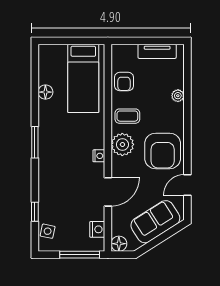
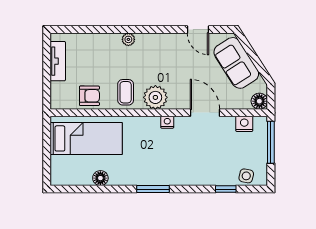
plant: (178, 96) -> (128, 39), moved
armchair: (163, 151) -> (162, 55), removed

